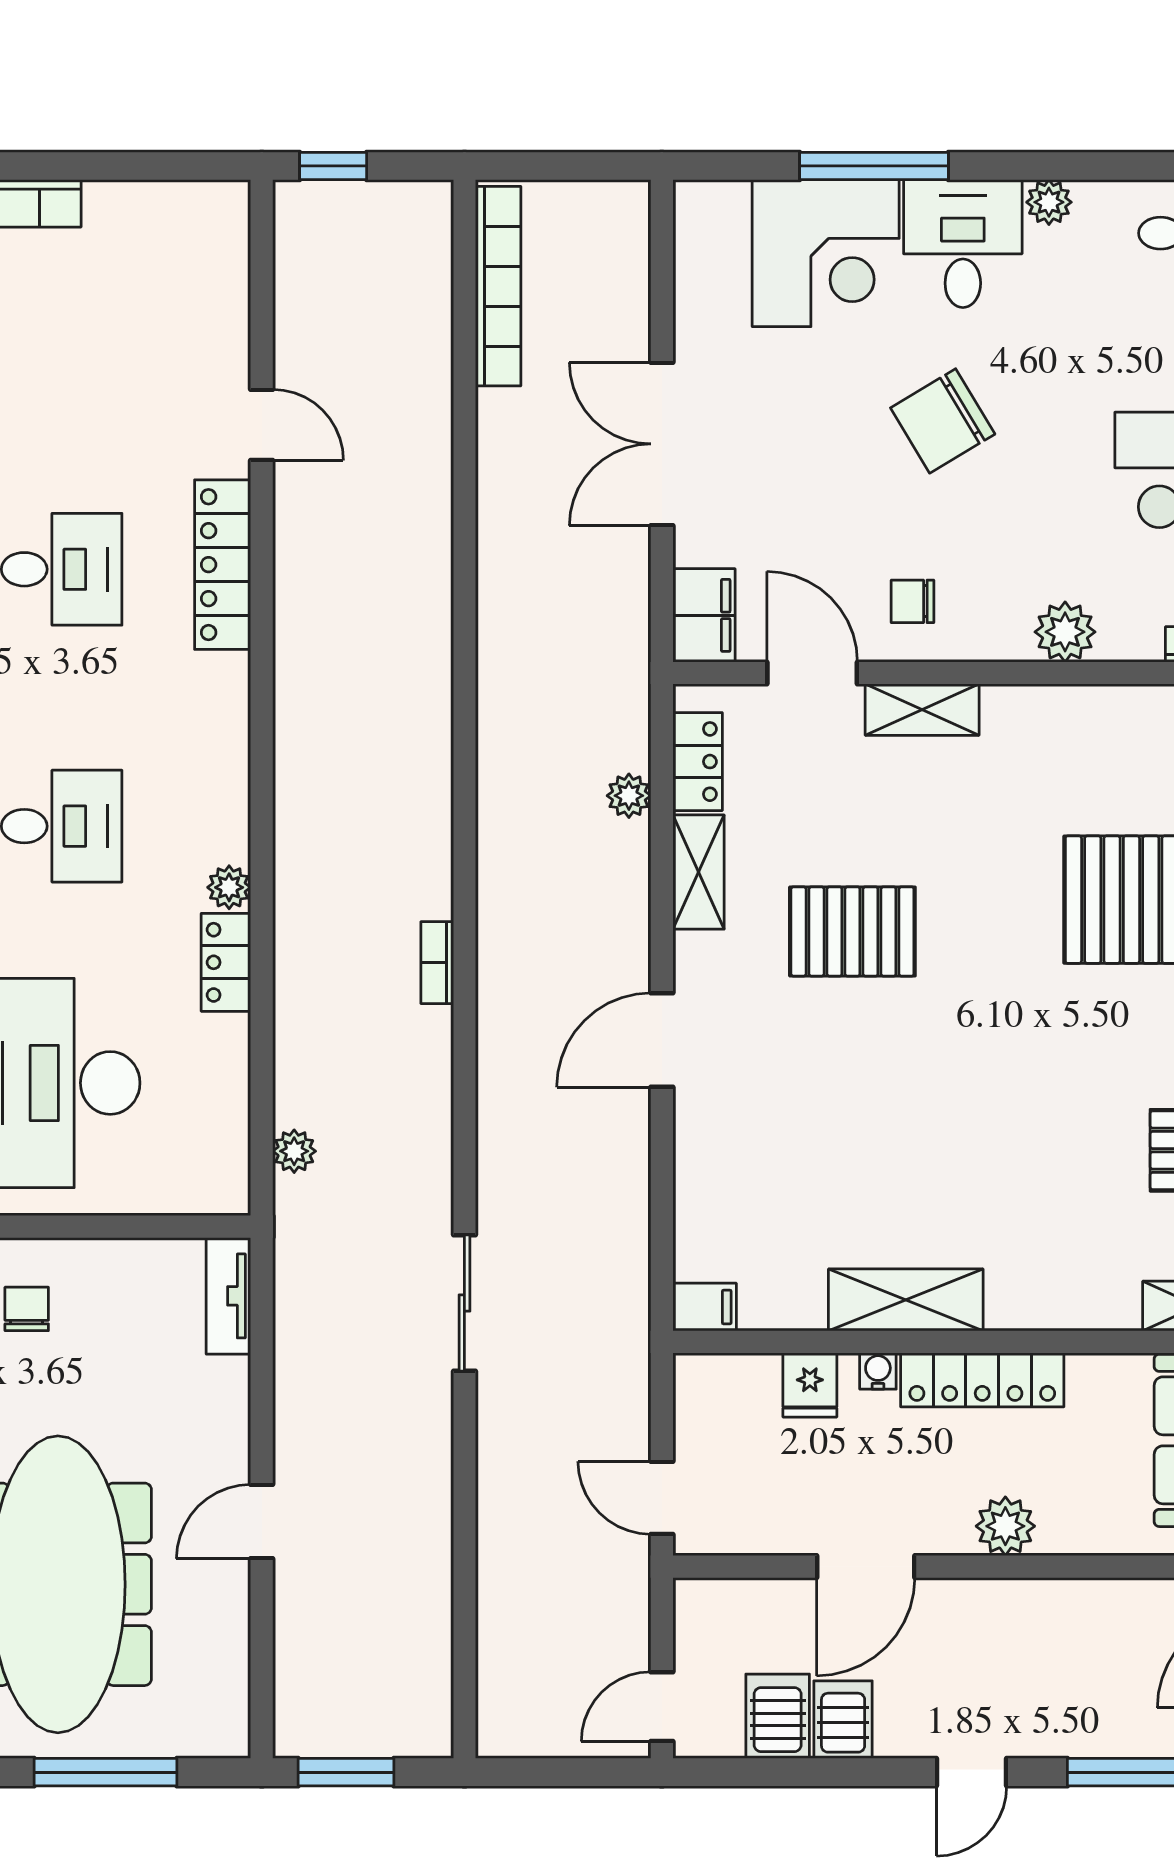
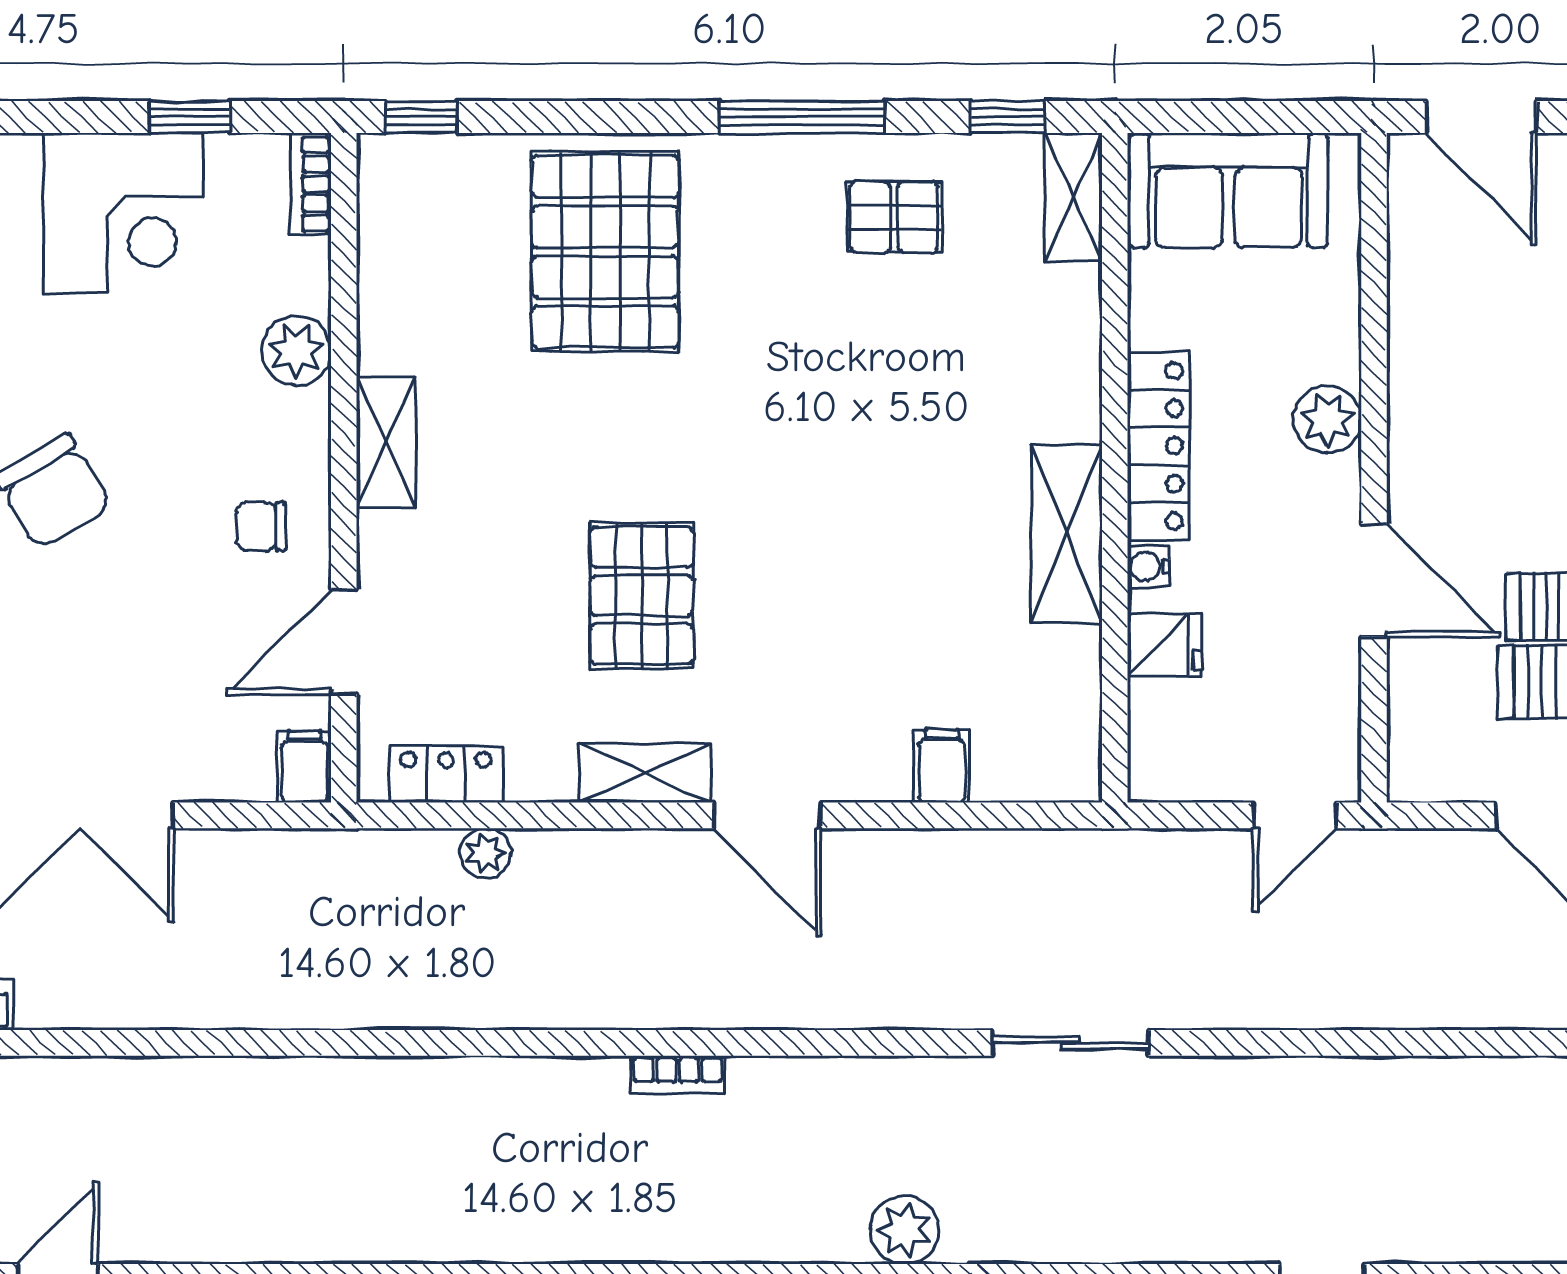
chair: (913, 601) -> (261, 526), turned 90
filing cabinet: (704, 615) -> (304, 767), width x0.50
shelving: (922, 710) -> (386, 442), moved
shelving: (699, 872) -> (645, 773), moved
plant: (294, 1151) -> (904, 1230), width x1.38, depth x1.38
filing cabinet: (705, 1307) -> (942, 766), moved

